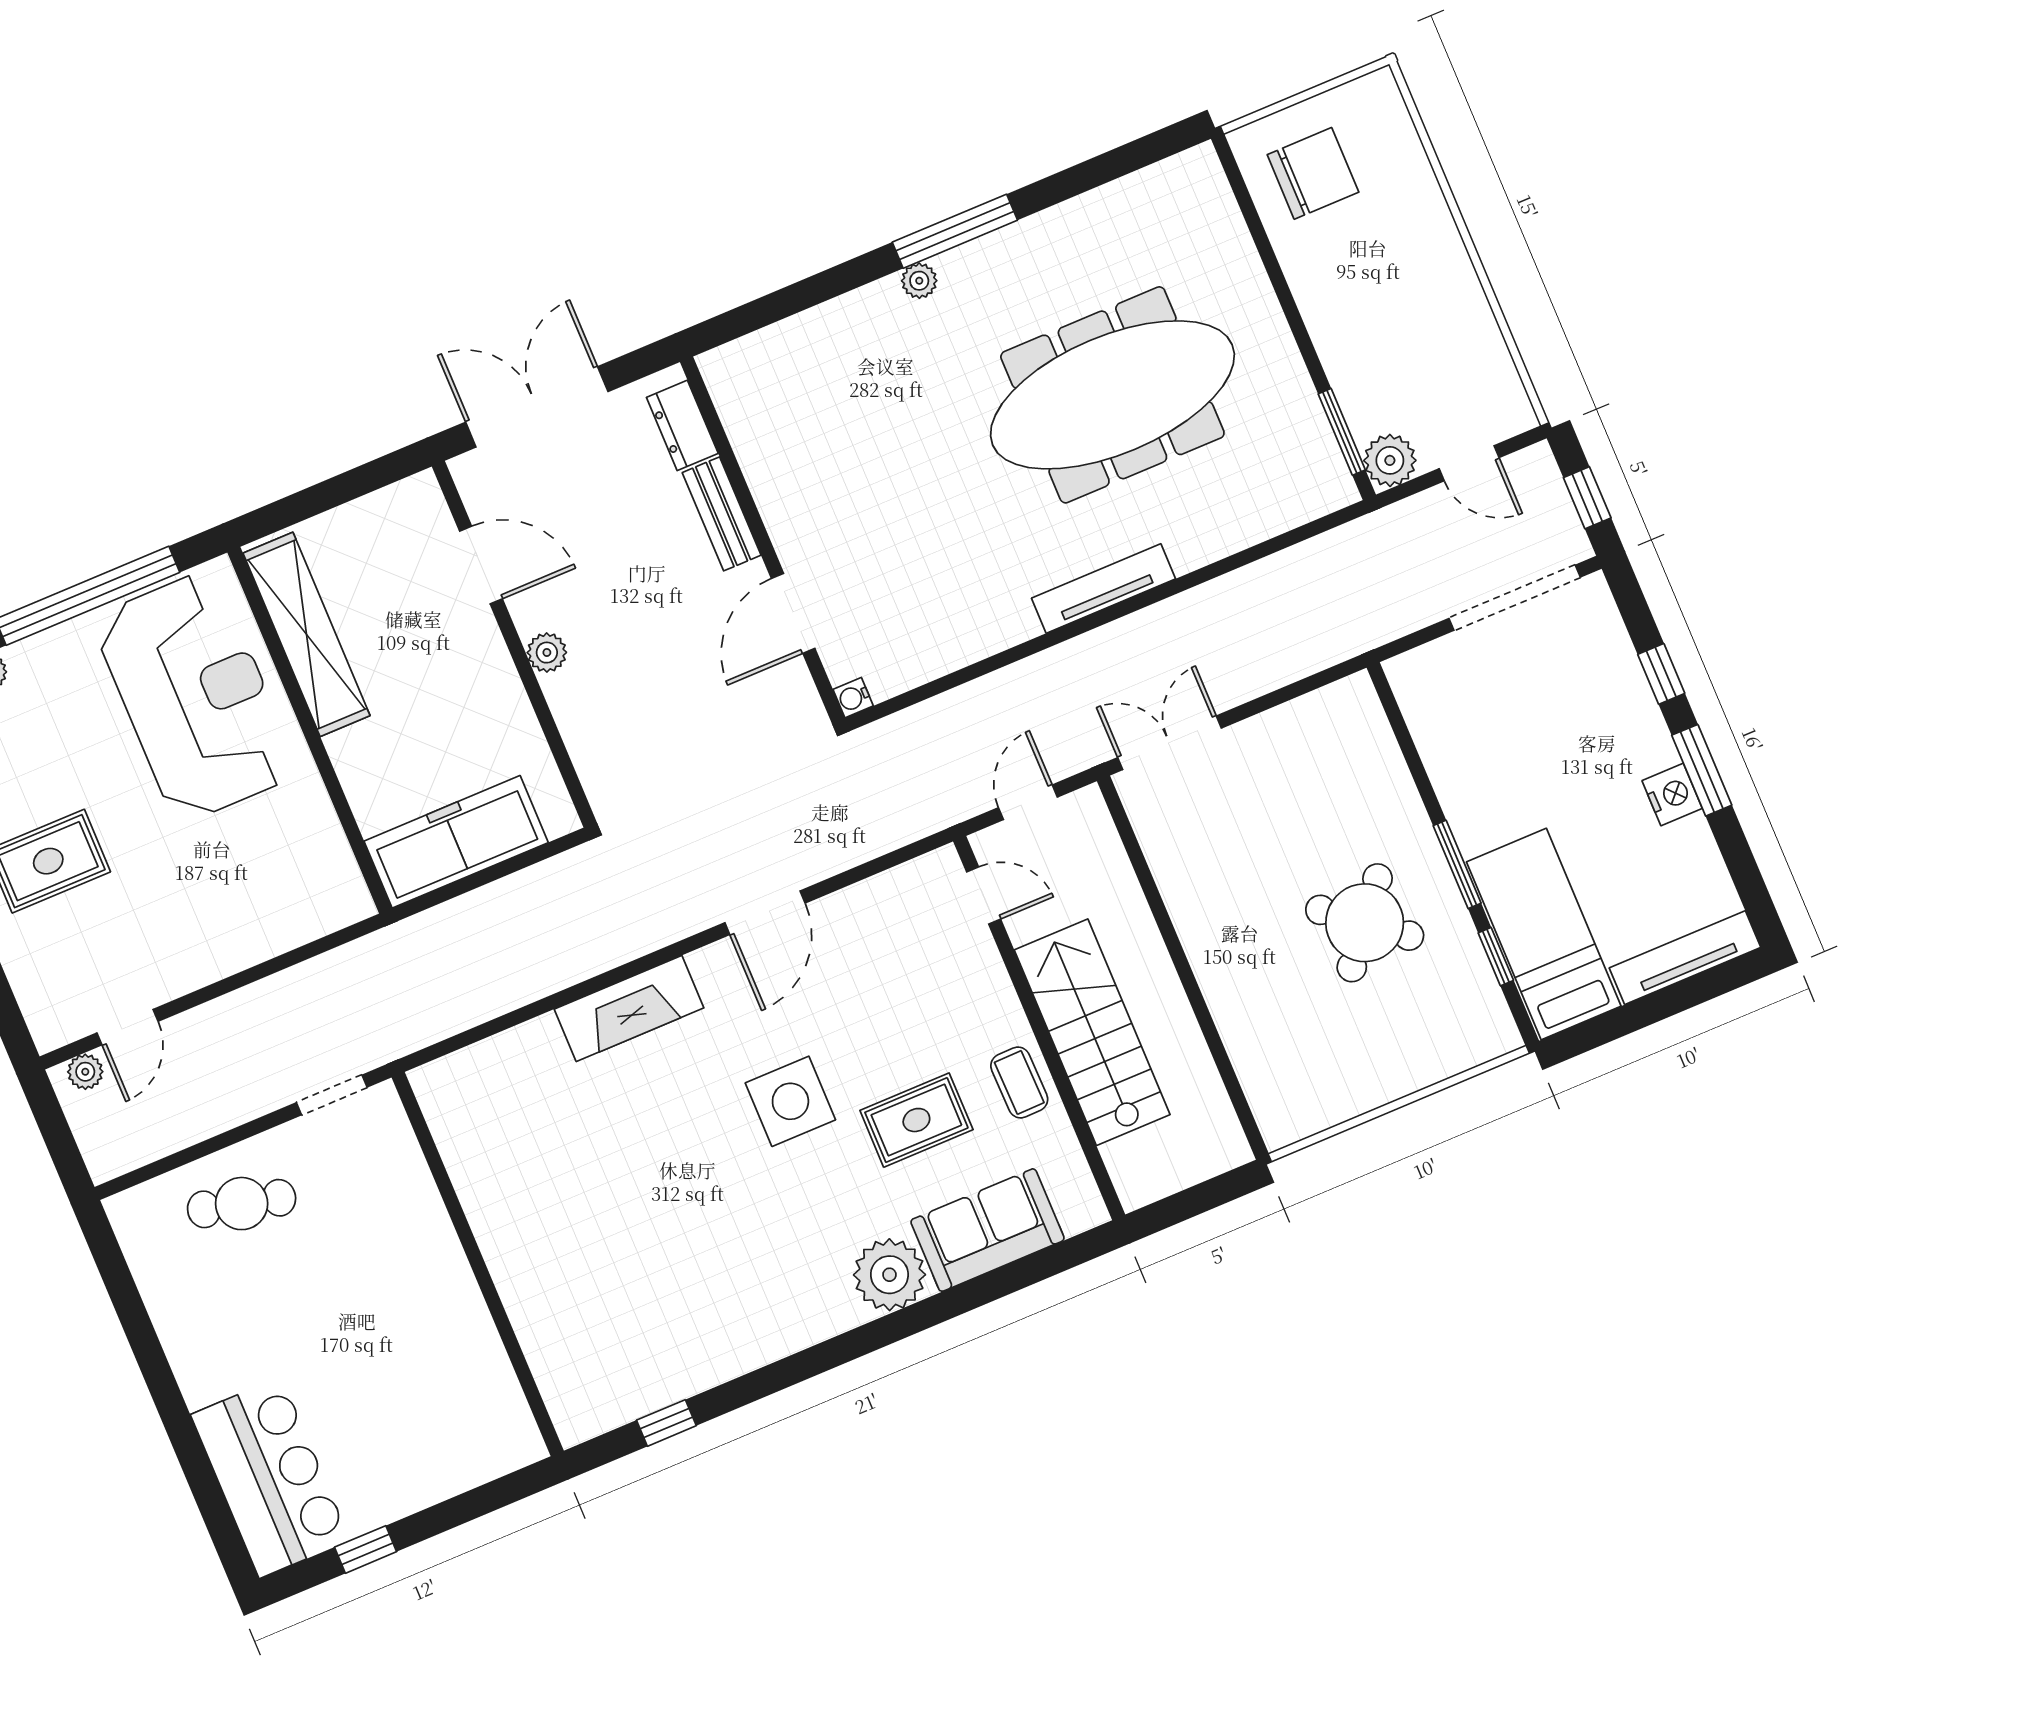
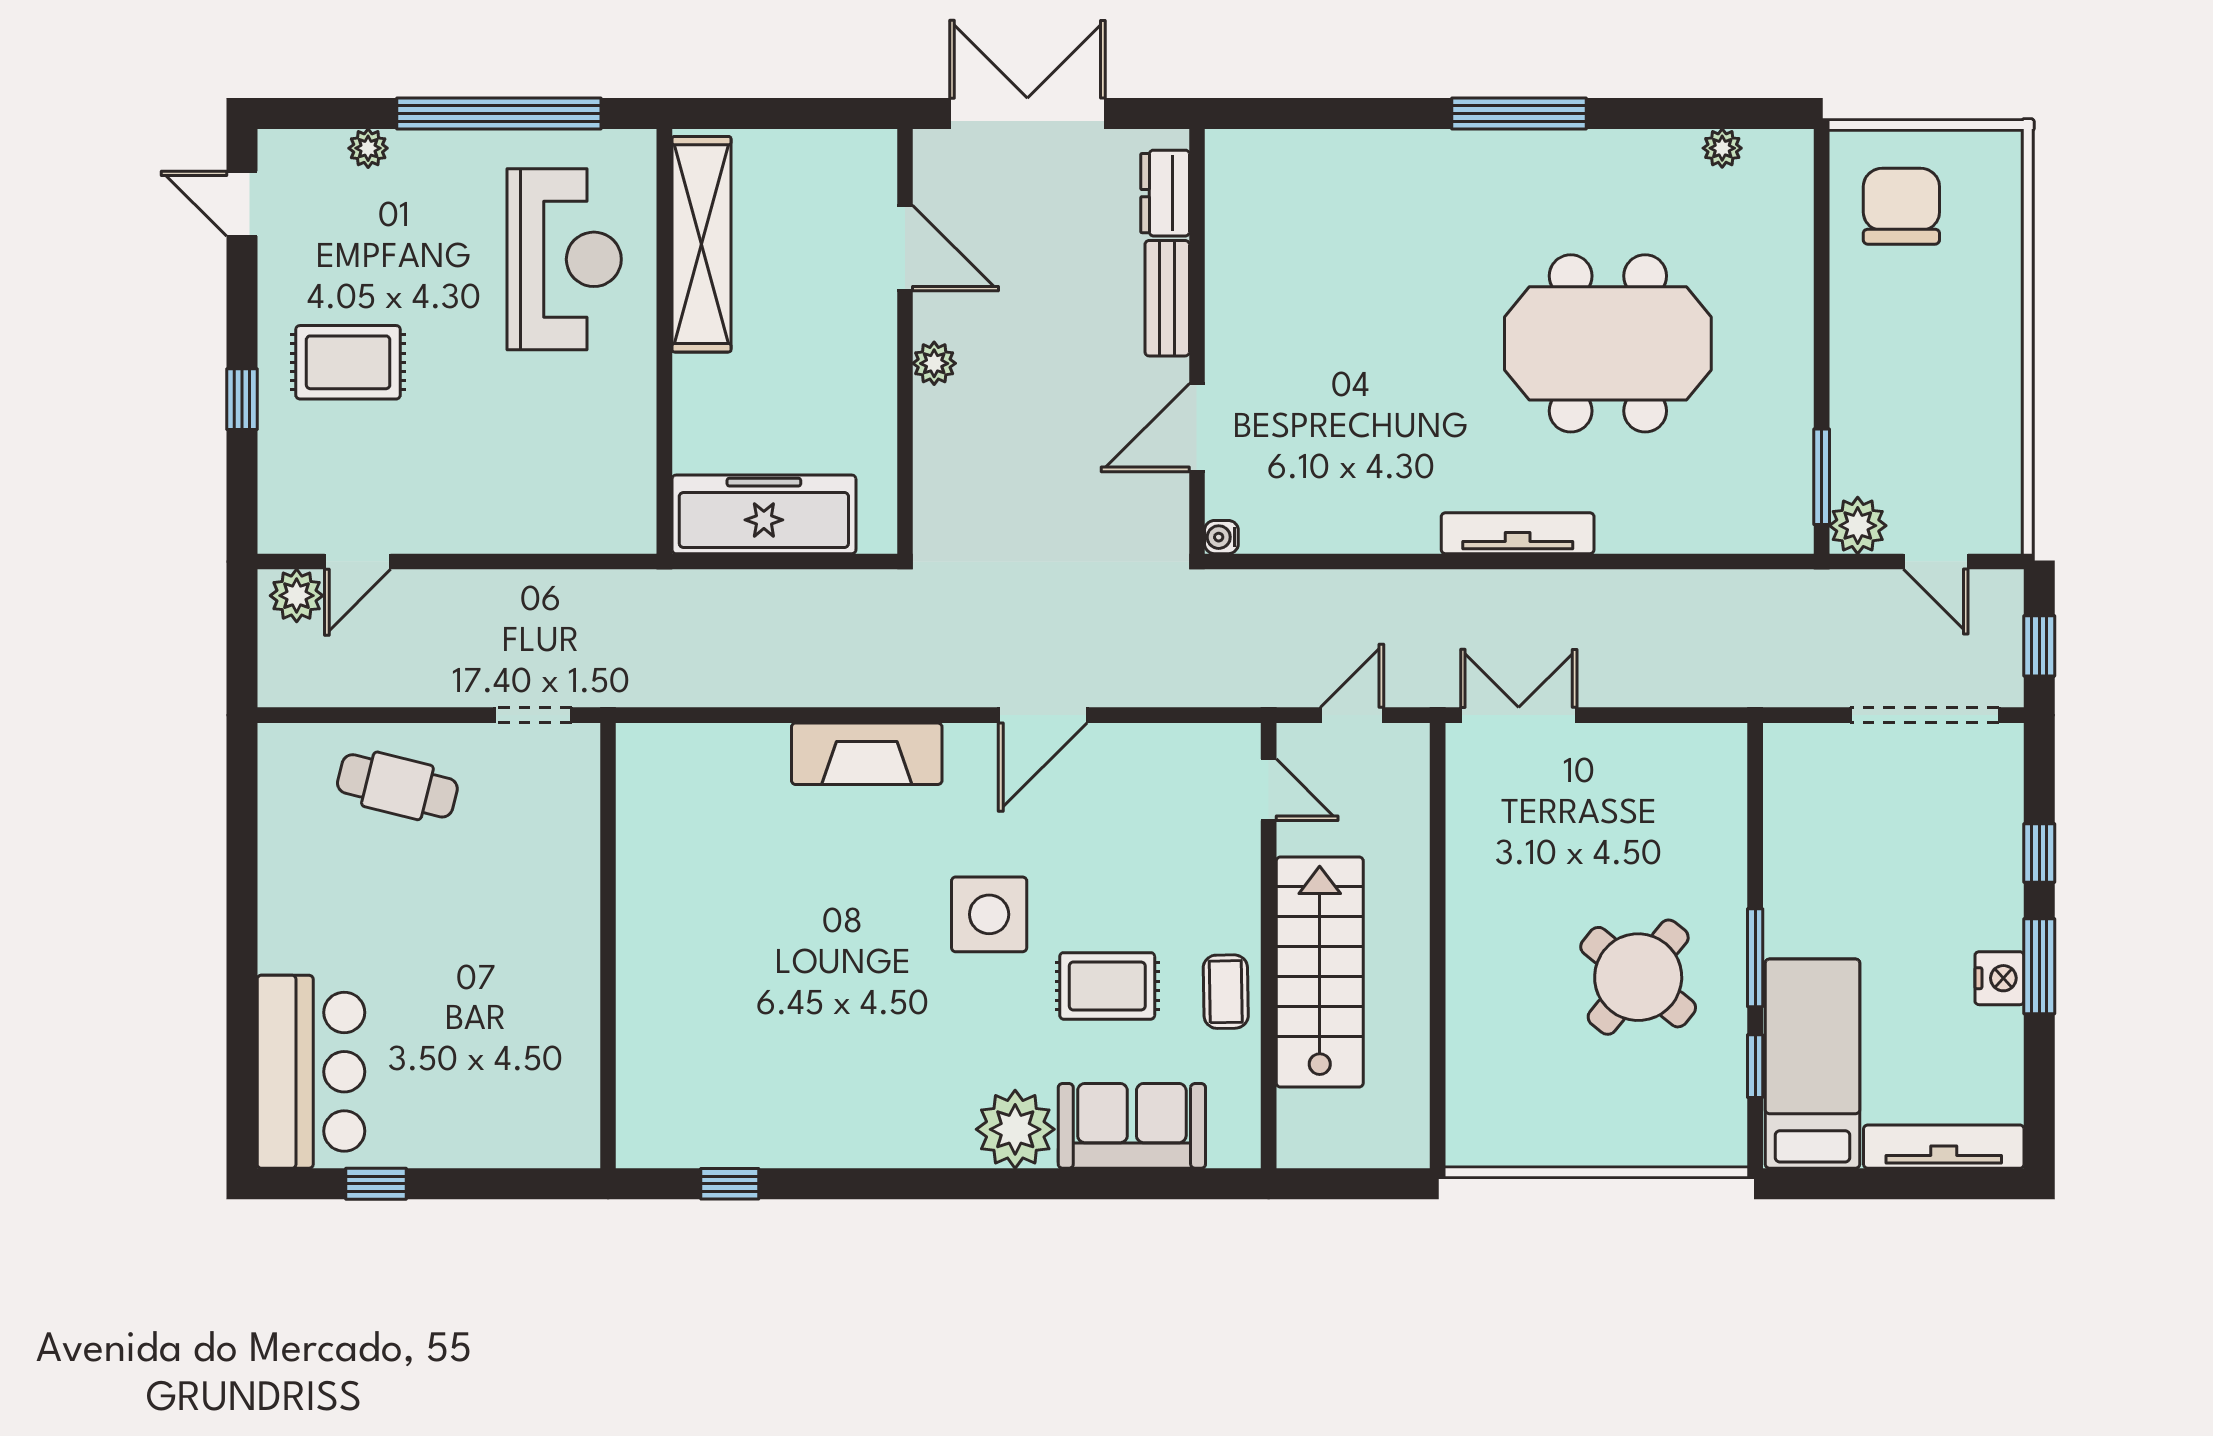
chair: (1313, 173) -> (1901, 206), turned -90
plant: (919, 281) -> (1722, 148), moved
meeting table: (1112, 395) -> (1608, 343), width x0.73
reception desk: (195, 696) -> (564, 259), width x0.74, depth x0.77
plant: (85, 1072) -> (297, 596), width x1.38, depth x1.38

